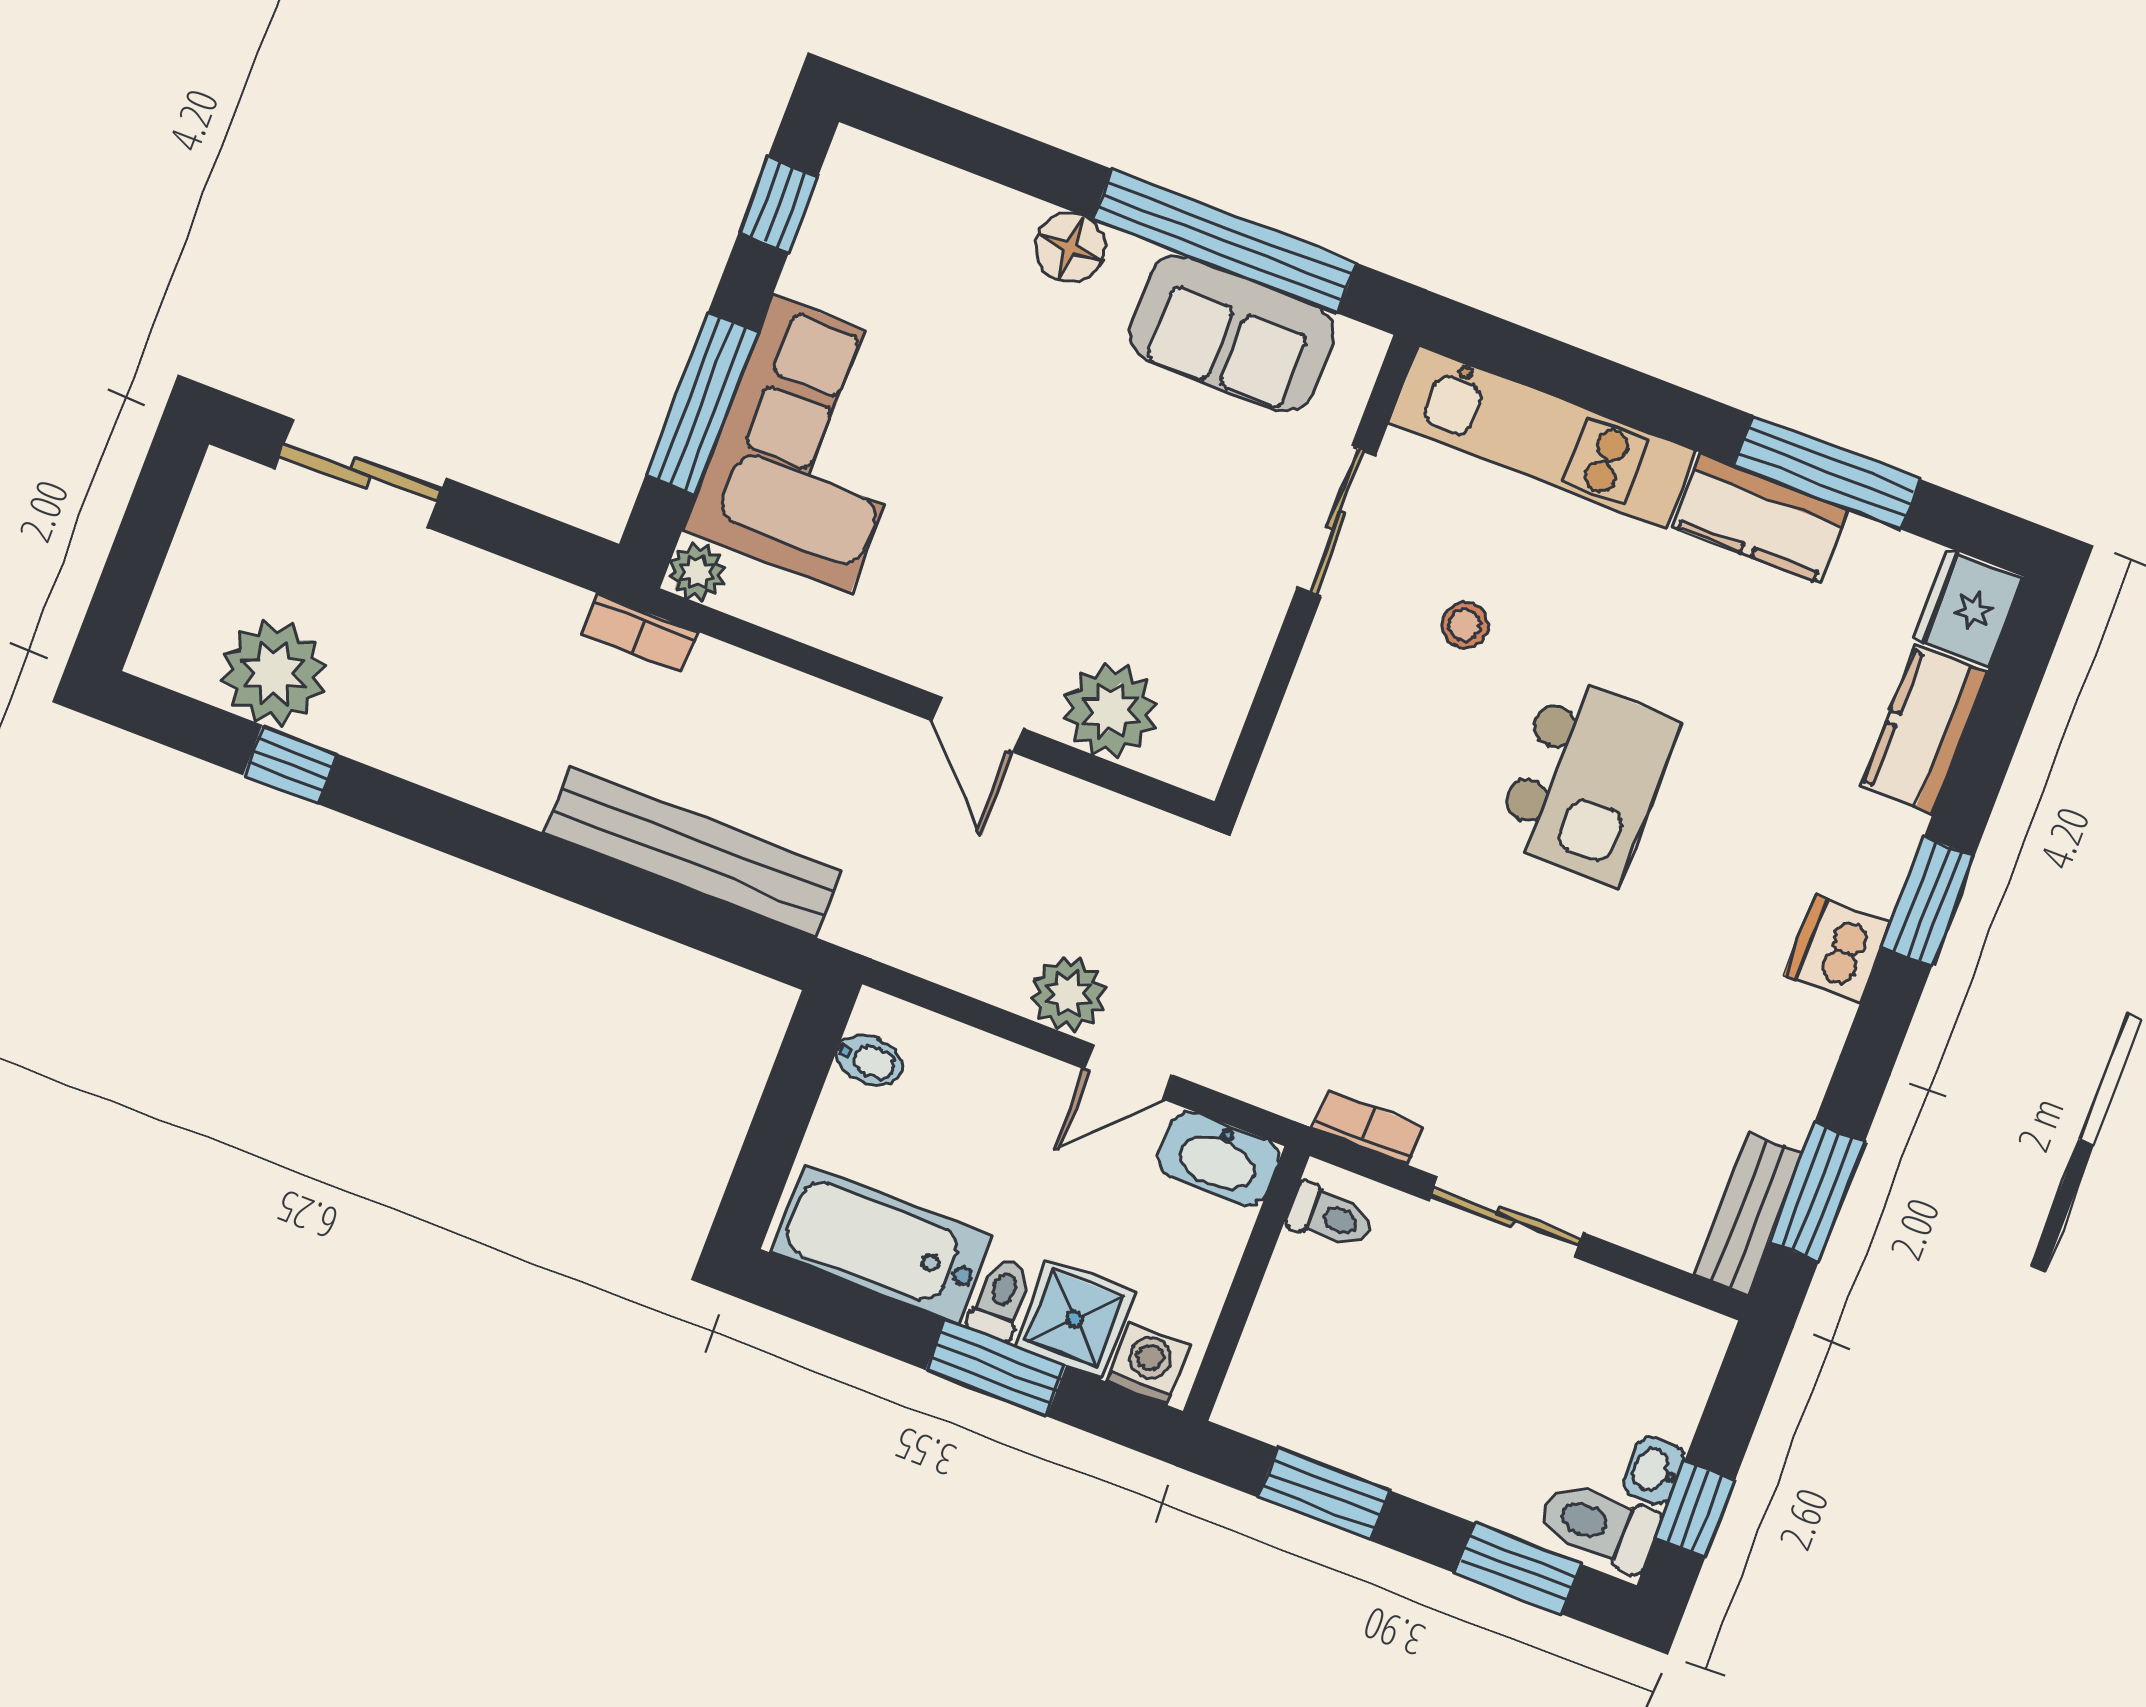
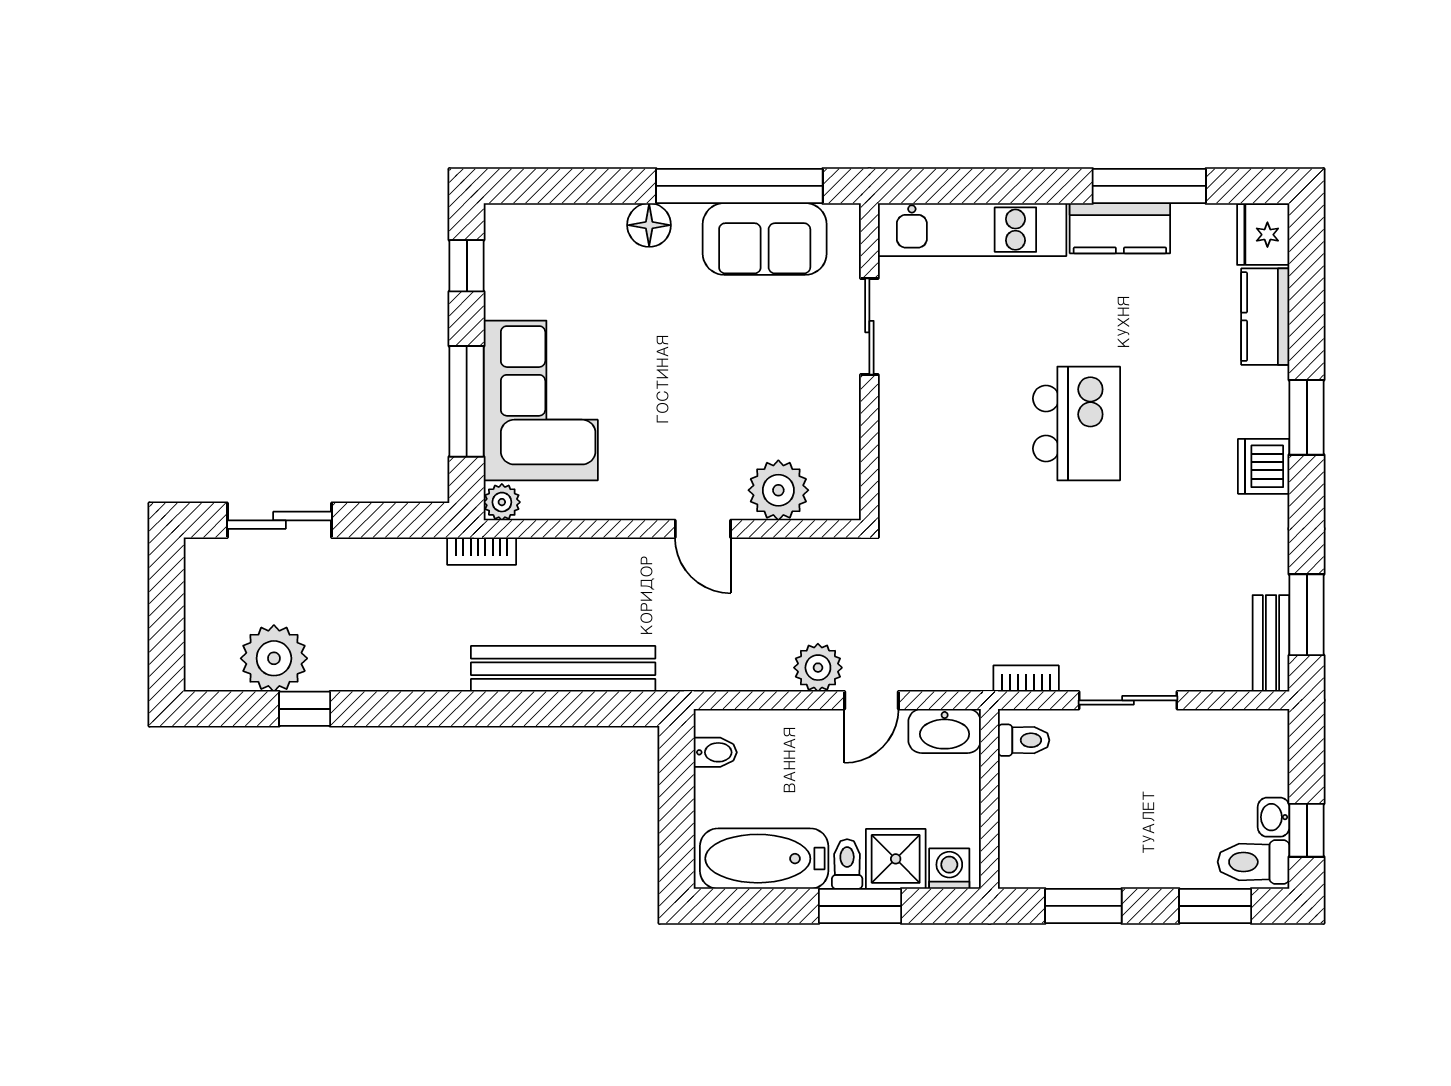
stool: (1465, 625) -> (969, 359), removed

